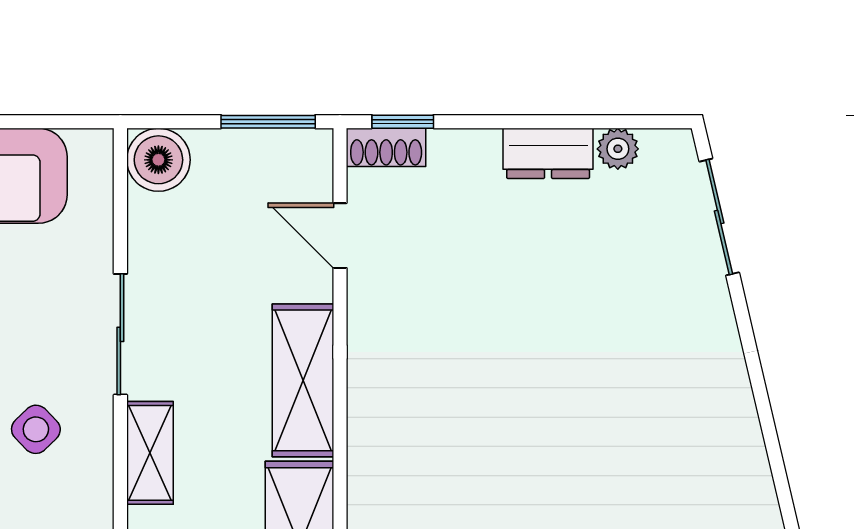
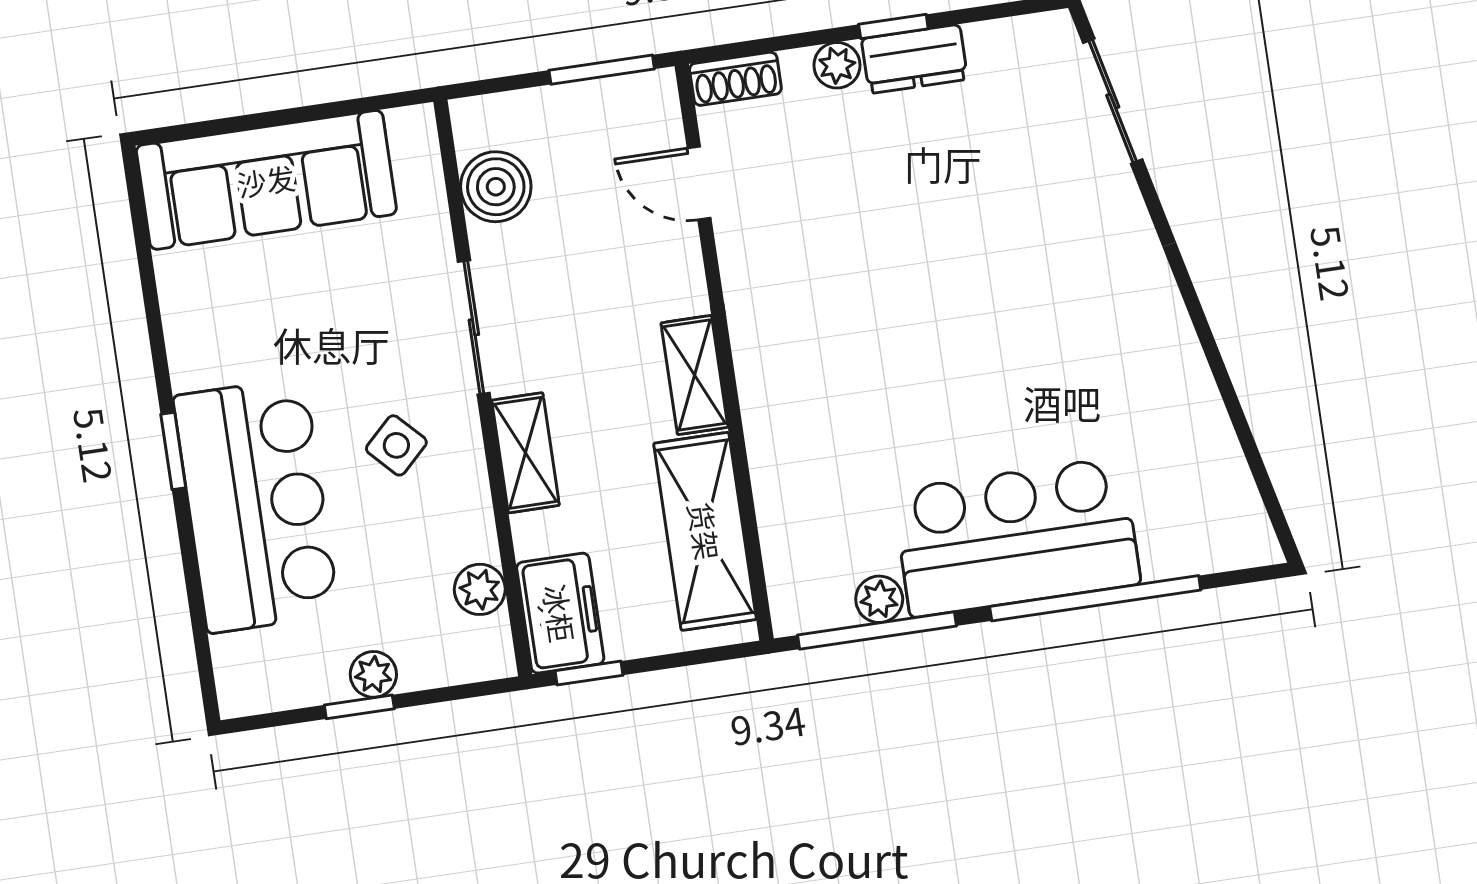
window: (403, 122) -> (893, 27), moved
plant: (618, 149) -> (837, 65), moved
boiler: (158, 160) -> (496, 187), moved
shelving: (303, 380) -> (694, 375), width x0.67, depth x0.75

